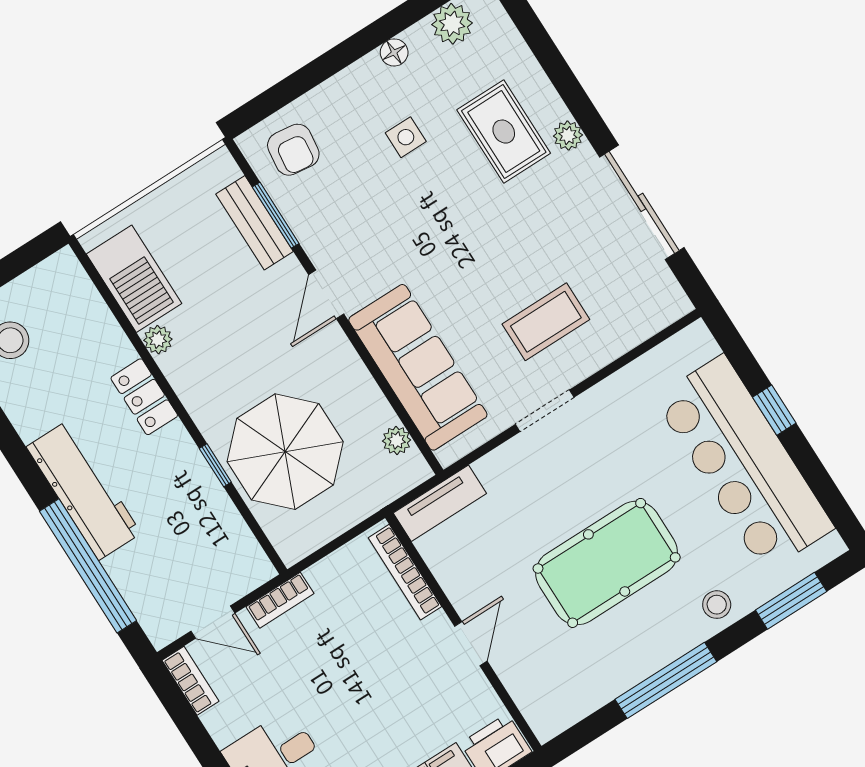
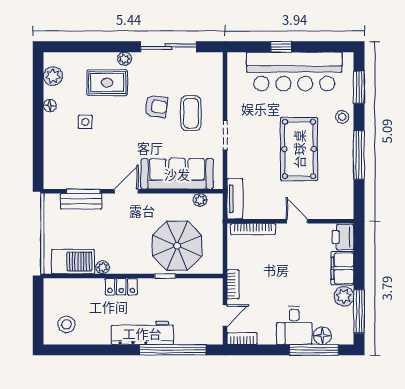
armchair: (293, 150) -> (156, 106), moved
door: (326, 294) -> (126, 191), swing flipped

